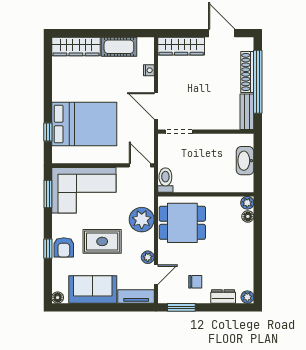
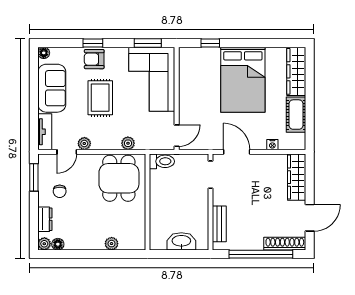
shoe rack: (247, 72) -> (285, 244), moved
door: (156, 106) -> (237, 152), hinge flipped
bench: (247, 112) -> (219, 224), moved, turned 90
bed: (84, 124) -> (243, 80), moved
plant: (247, 203) -> (112, 244), moved
floor lamp: (248, 216) -> (58, 244), moved
plant: (142, 220) -> (128, 143), width x0.53, depth x0.53
door: (156, 275) -> (67, 152), hinge flipped

